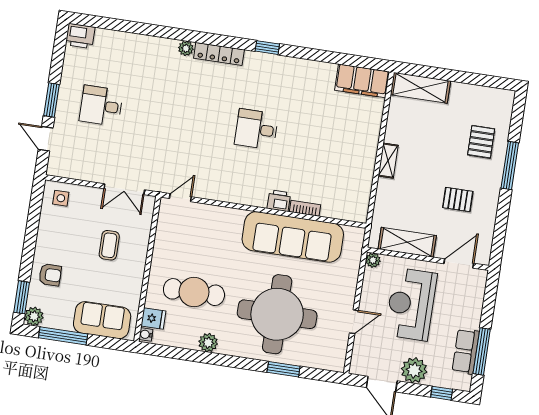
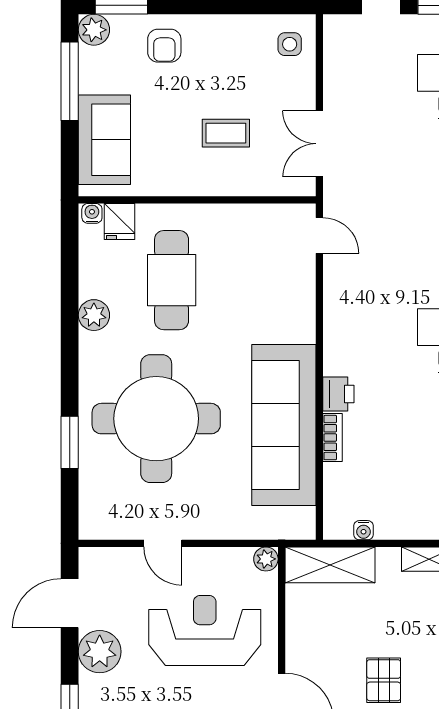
water cooler: (364, 198) -> (363, 530), added
shelving: (407, 242) -> (330, 565), moved, turned 90

